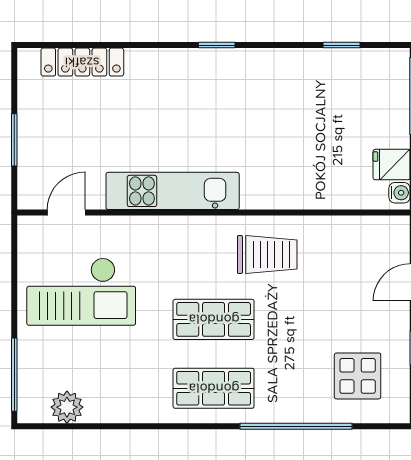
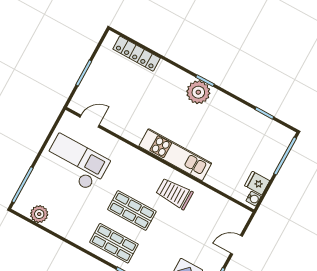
plant: (216, 70) -> (198, 92), added
kitchen unit: (173, 191) -> (175, 155), moved
trolley: (267, 254) -> (174, 194), turned 180
checkout: (81, 292) -> (76, 163), turned 180

